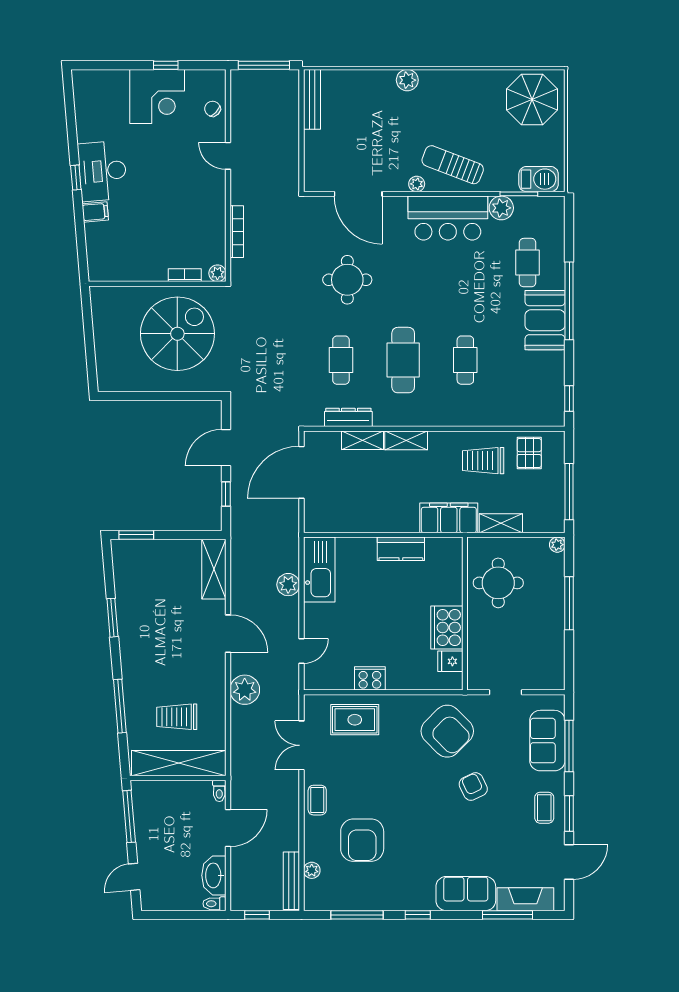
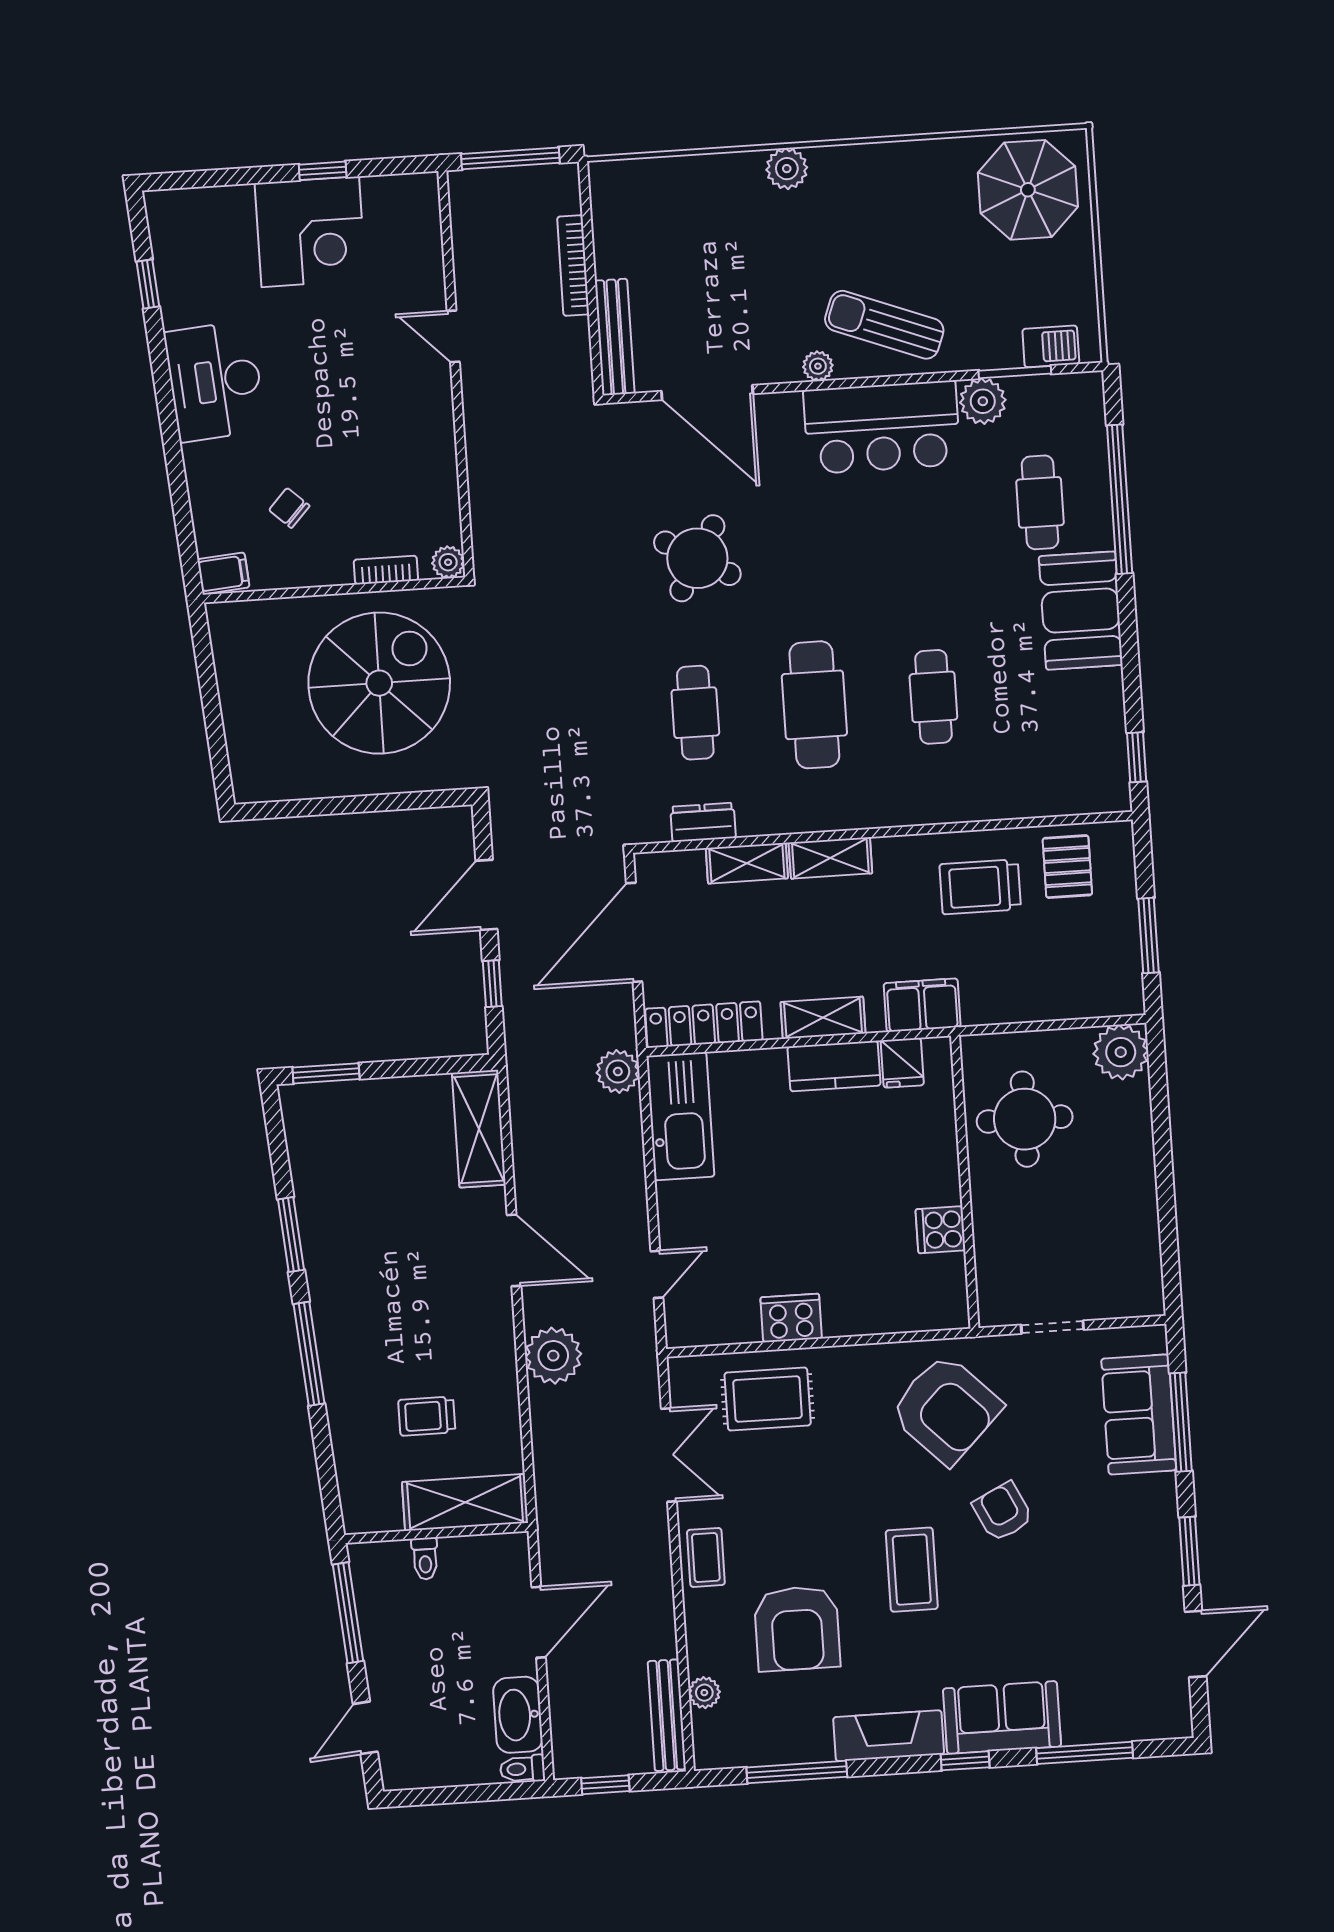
bench: (312, 99) -> (615, 337), moved
chair: (212, 109) -> (289, 508), moved
window: (76, 178) -> (148, 284), moved
barbecue: (539, 179) -> (1051, 346), width x0.73, depth x0.79
filing cabinet: (95, 212) -> (223, 573), moved
bookcase: (237, 232) -> (573, 265), moved, turned 180
round table: (347, 280) -> (697, 558), turned 30
window: (569, 301) -> (1120, 499), moved
dresser: (348, 417) -> (703, 822), width x0.70
window: (569, 492) -> (1149, 936), width x0.69
filing cabinet: (449, 518) -> (922, 1005), width x0.67, depth x0.86
locker: (335, 523) -> (704, 1025), added
shelving: (501, 523) -> (823, 1018), moved
plant: (557, 545) -> (1121, 1052), width x1.88, depth x1.88
plant: (288, 585) -> (618, 1072), moved
window: (569, 603) -> (1163, 1149), removed
cooker: (447, 627) -> (940, 1230), width x0.53, depth x0.76
fridge: (450, 661) -> (902, 1063), moved, turned -90
window: (120, 706) -> (309, 1354), moved
trolley: (177, 717) -> (427, 1416), width x0.73, depth x0.72
double door: (301, 745) -> (669, 1455), swing flipped
shelving: (179, 763) -> (465, 1502), width x0.68
toilet: (219, 791) -> (425, 1559), moved
coffee table: (544, 808) -> (912, 1570), moved, width x1.36, depth x1.30
fireplace: (525, 899) -> (889, 1736), moved
window: (418, 915) -> (965, 1761), moved

